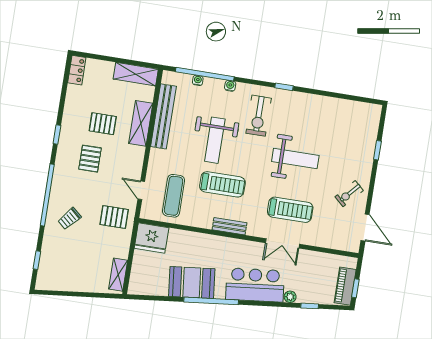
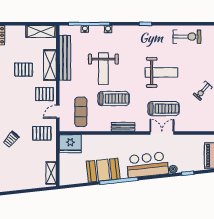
exercise bike: (259, 116) -> (187, 37), moved, turned -90
pallet: (90, 159) -> (44, 94), moved, turned 90
door: (141, 190) -> (58, 112), hinge flipped
double door: (283, 243) -> (162, 133), swing flipped

